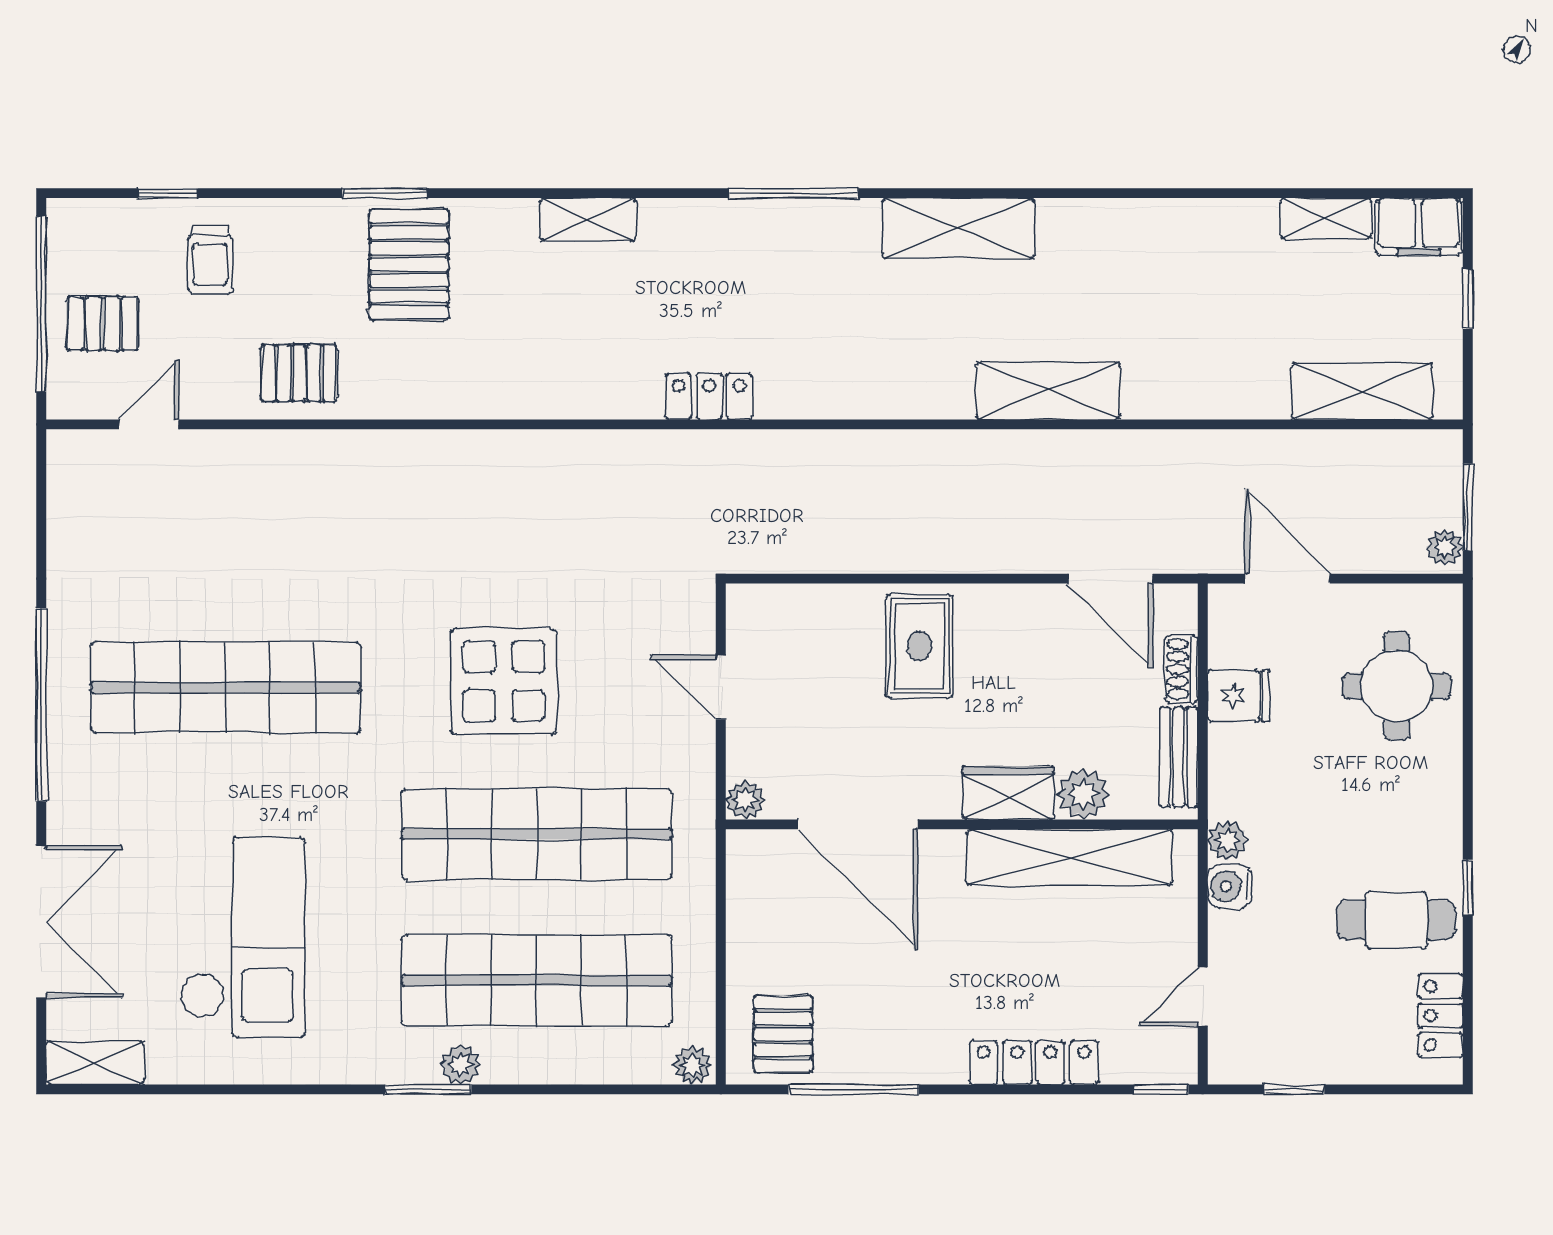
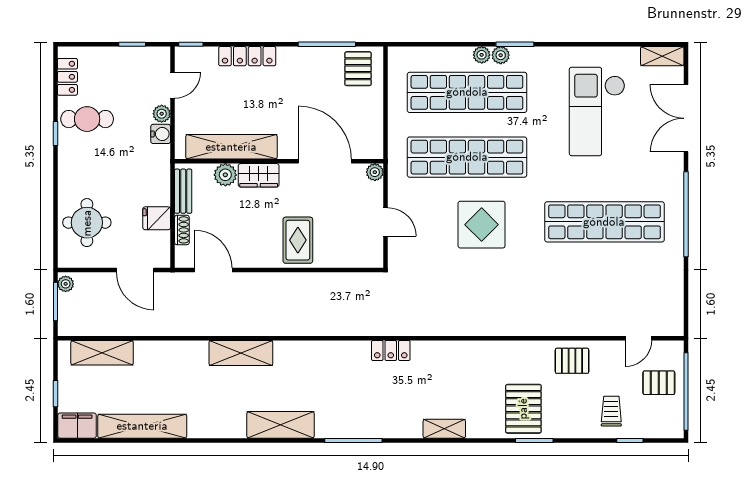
shelving: (1326, 218) -> (142, 426), width x2.20, depth x1.33
plant: (1227, 841) -> (162, 114), moved
plant: (692, 1065) -> (482, 55), moved

